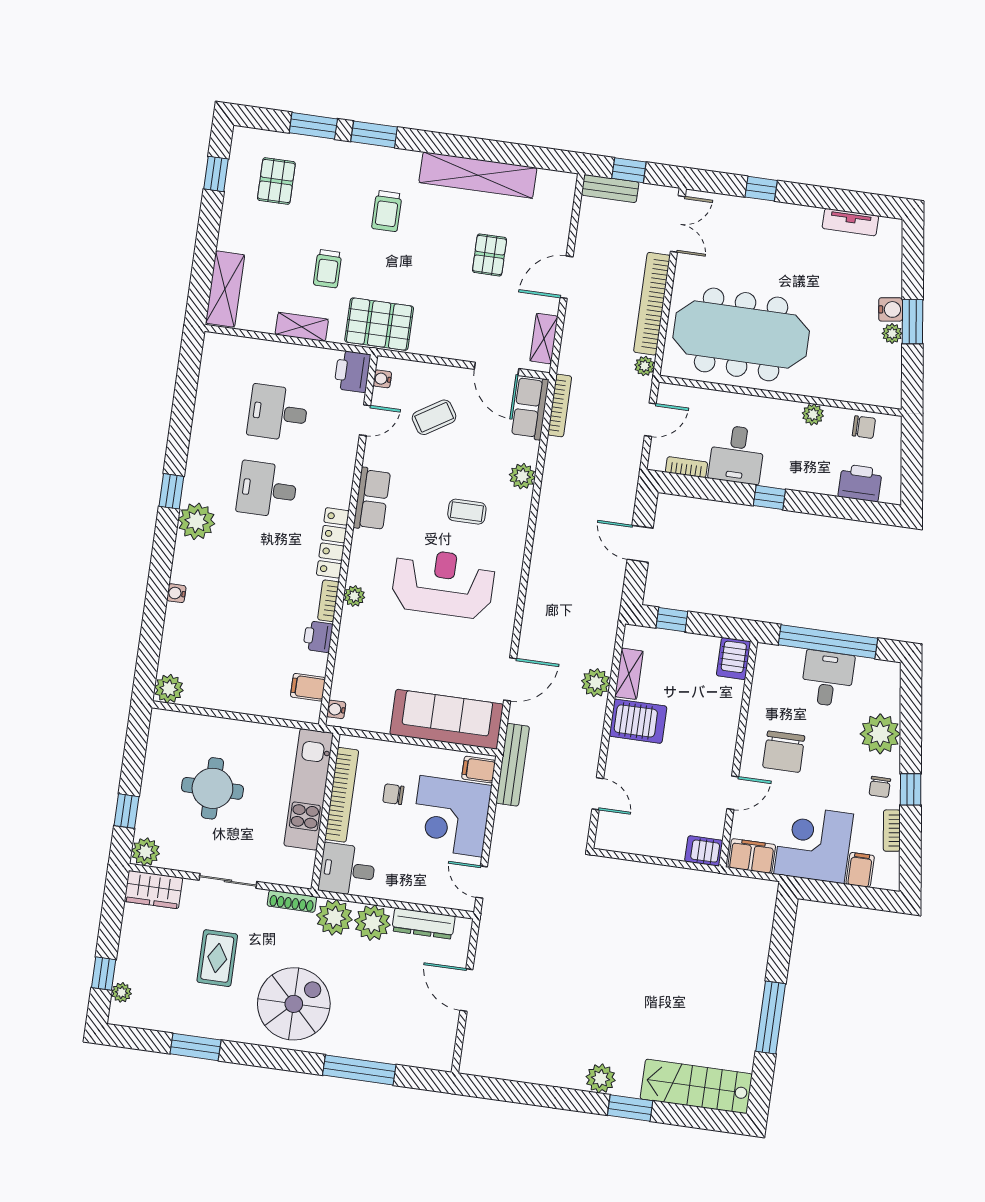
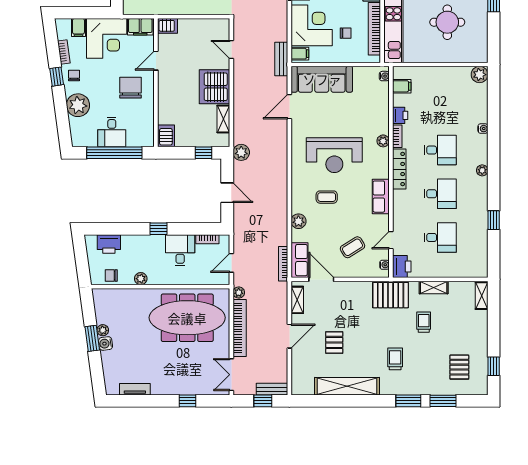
shelving: (225, 289) -> (482, 296), width x0.67, depth x0.75
window: (171, 491) -> (494, 220), moved
plant: (196, 521) -> (482, 170), width x0.53, depth x0.53
desk: (256, 566) -> (440, 150), added
plant: (596, 683) -> (241, 152), moved
server rack: (638, 721) -> (214, 87), width x1.60
bench: (513, 765) -> (281, 59), width x0.73

